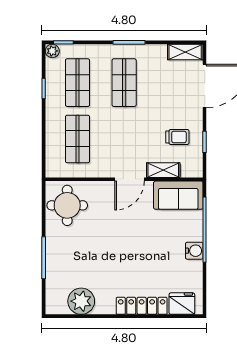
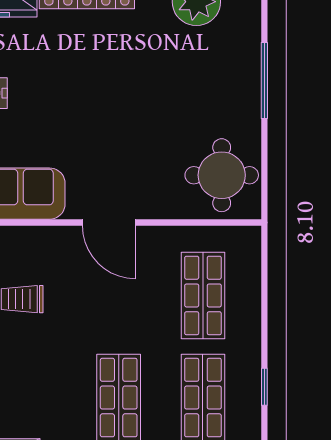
shelving: (163, 170) -> (48, 239), removed
door: (130, 179) -> (109, 222), swing flipped

